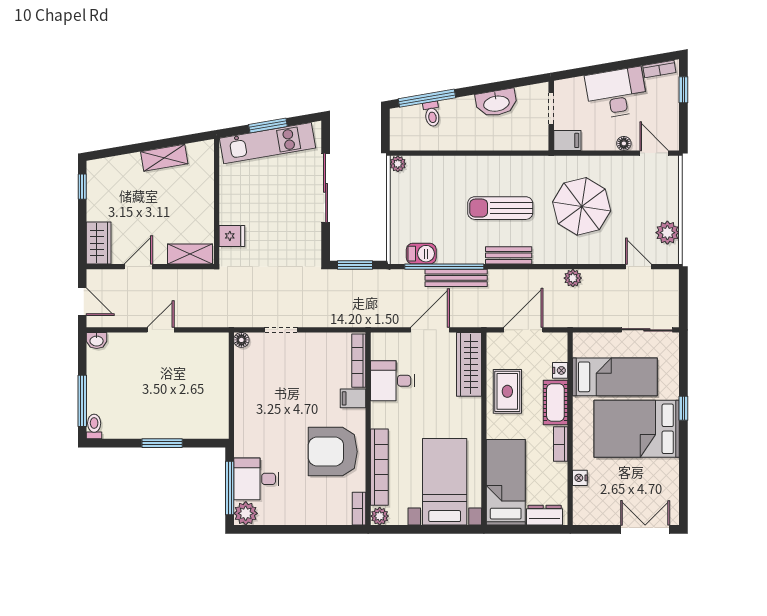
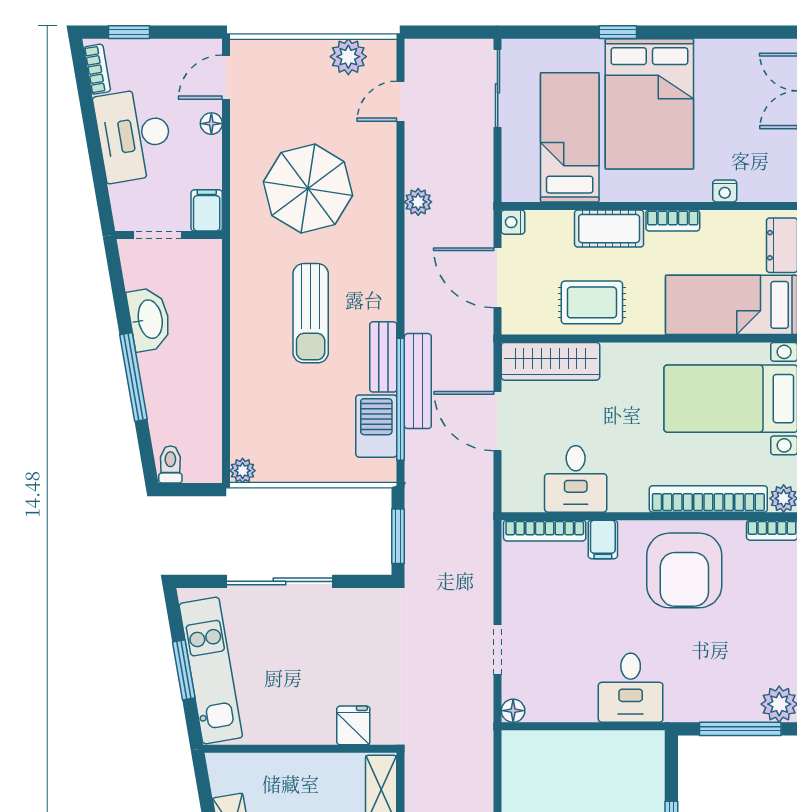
window: (427, 98) -> (134, 377), moved
toilet: (432, 114) -> (170, 464), moved, turned -80
barbecue: (421, 254) -> (376, 426), width x1.38, depth x1.27
bench: (509, 255) -> (383, 357), moved
nightstand: (560, 370) -> (513, 222), moved, turned -90
desk: (256, 479) -> (631, 688), moved

